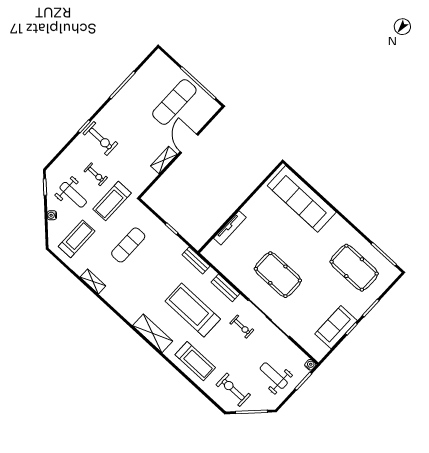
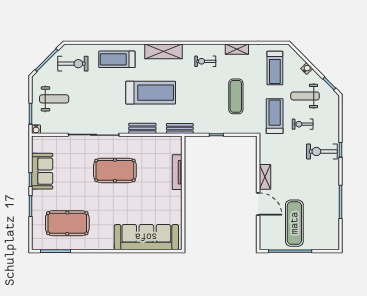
exercise bike: (242, 327) -> (205, 61), moved

